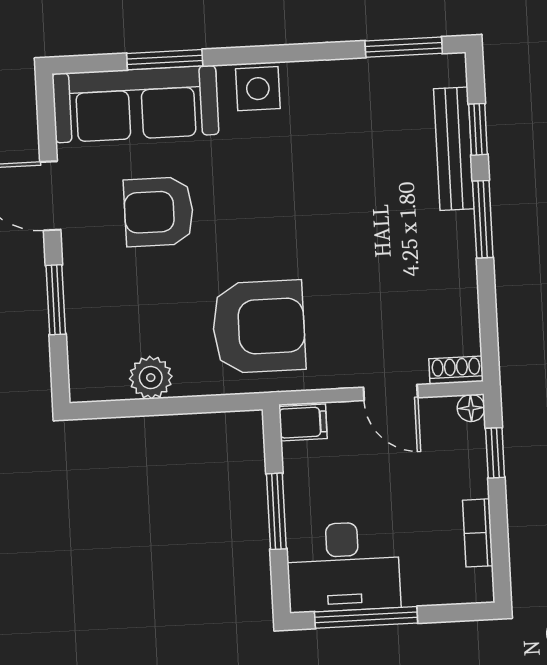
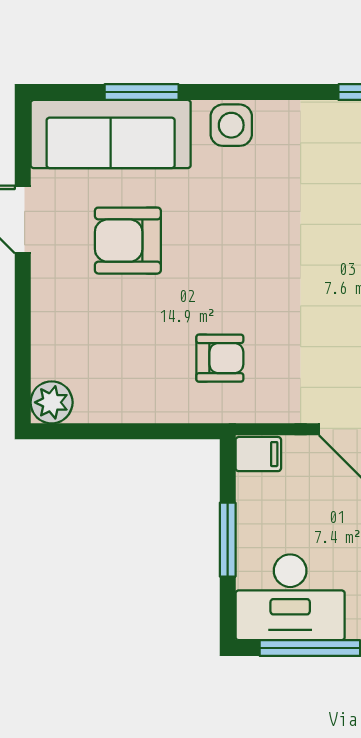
window: (56, 300) -> (23, 321), removed
armchair: (259, 327) -> (220, 358), width x0.53, depth x0.53
plant: (151, 378) -> (52, 402), moved

